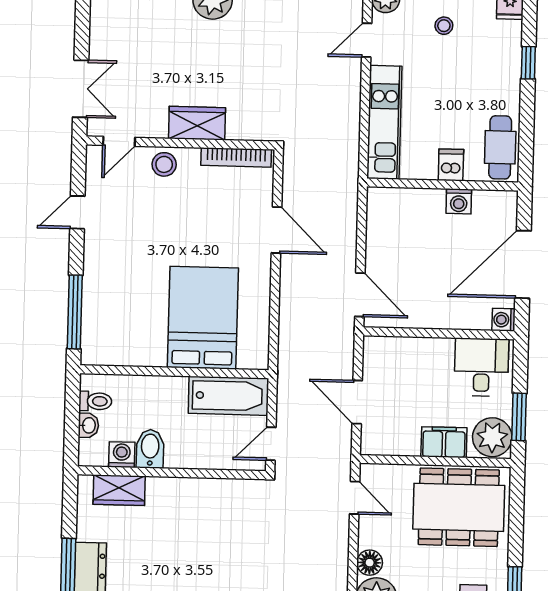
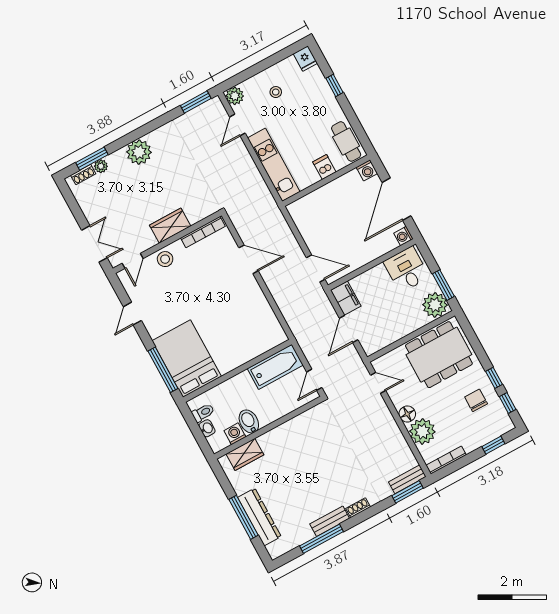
washing machine: (459, 201) -> (367, 170), moved
bed: (203, 318) -> (187, 359), moved
door: (357, 402) -> (349, 329), hinge flipped
filing cabinet: (444, 442) -> (346, 298), moved, turned 90

